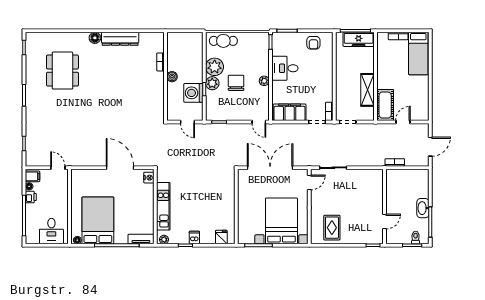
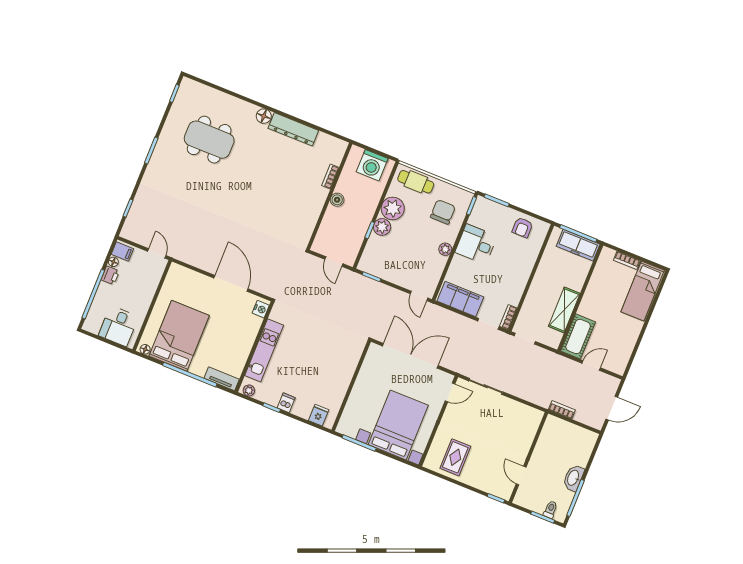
dining table: (62, 71) -> (209, 140), turned 90
chair: (236, 83) -> (443, 212), moved
washing machine: (193, 93) -> (372, 165), moved, turned -90
door: (385, 222) -> (521, 475), swing flipped

